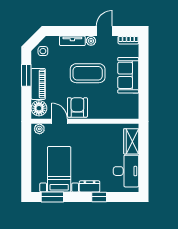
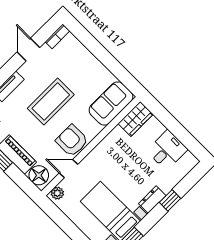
plant: (91, 41) -> (25, 70), removed
sofa: (128, 75) -> (111, 103), moved, turned 90
wardrobe: (131, 141) -> (136, 119), moved, turned -90
desk: (126, 171) -> (167, 150), width x0.73

